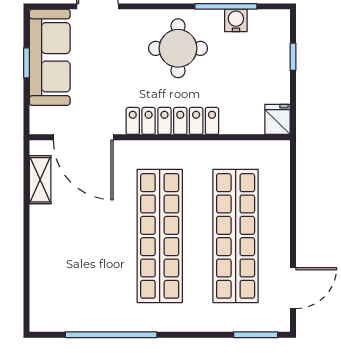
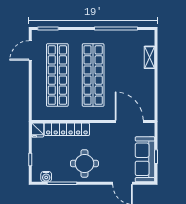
water cooler: (236, 20) -> (46, 177), moved
locker: (172, 121) -> (67, 129), moved
shelving: (40, 180) -> (149, 57), moved

